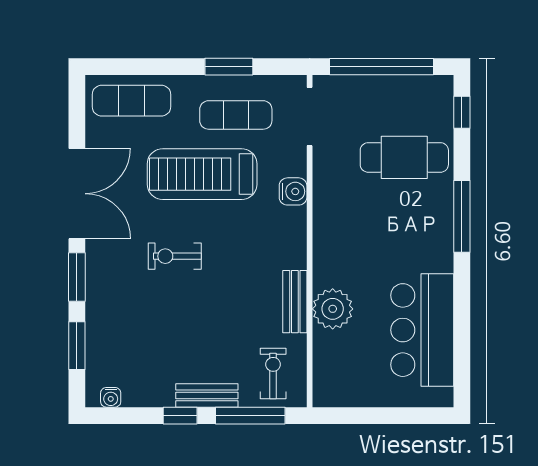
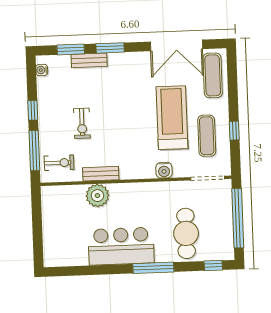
window: (229, 67) -> (234, 131), width x0.67
double door: (77, 194) -> (176, 45), moved
exercise bike: (175, 256) -> (82, 123), moved, turned 180
bar counter: (422, 330) -> (121, 246), moved
bench: (207, 395) -> (89, 60), moved, turned 90

